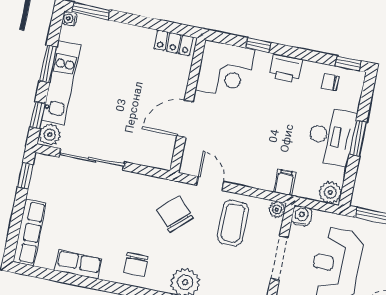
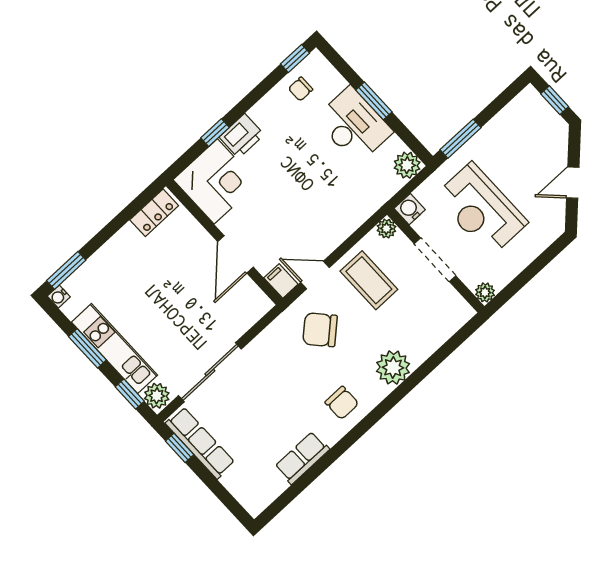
printer: (286, 68) -> (242, 136), moved
filing cabinet: (284, 183) -> (281, 281), moved
row of seats: (30, 232) -> (200, 443), moved

